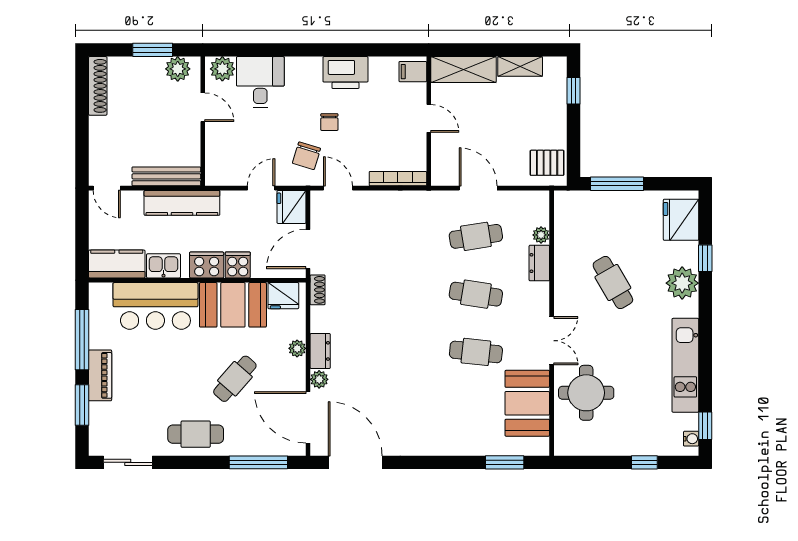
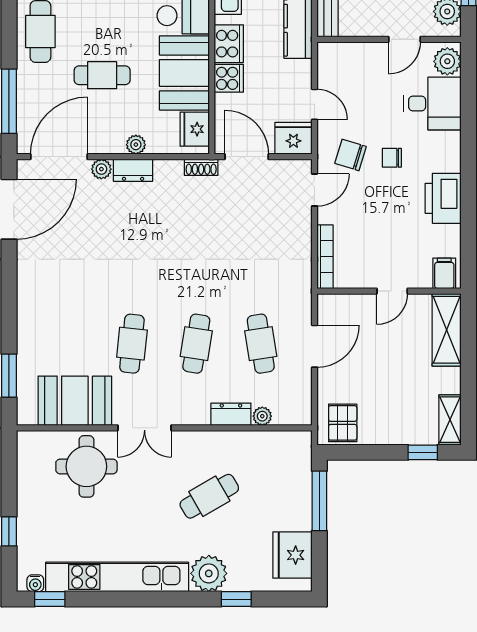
shelving: (520, 66) -> (450, 420), moved
chair: (329, 122) -> (392, 158), moved
fridge: (681, 220) -> (292, 555), moved, turned -90
kitchen unit: (685, 365) -> (117, 577), width x1.36
cafe table: (235, 379) -> (102, 75), turned -41

